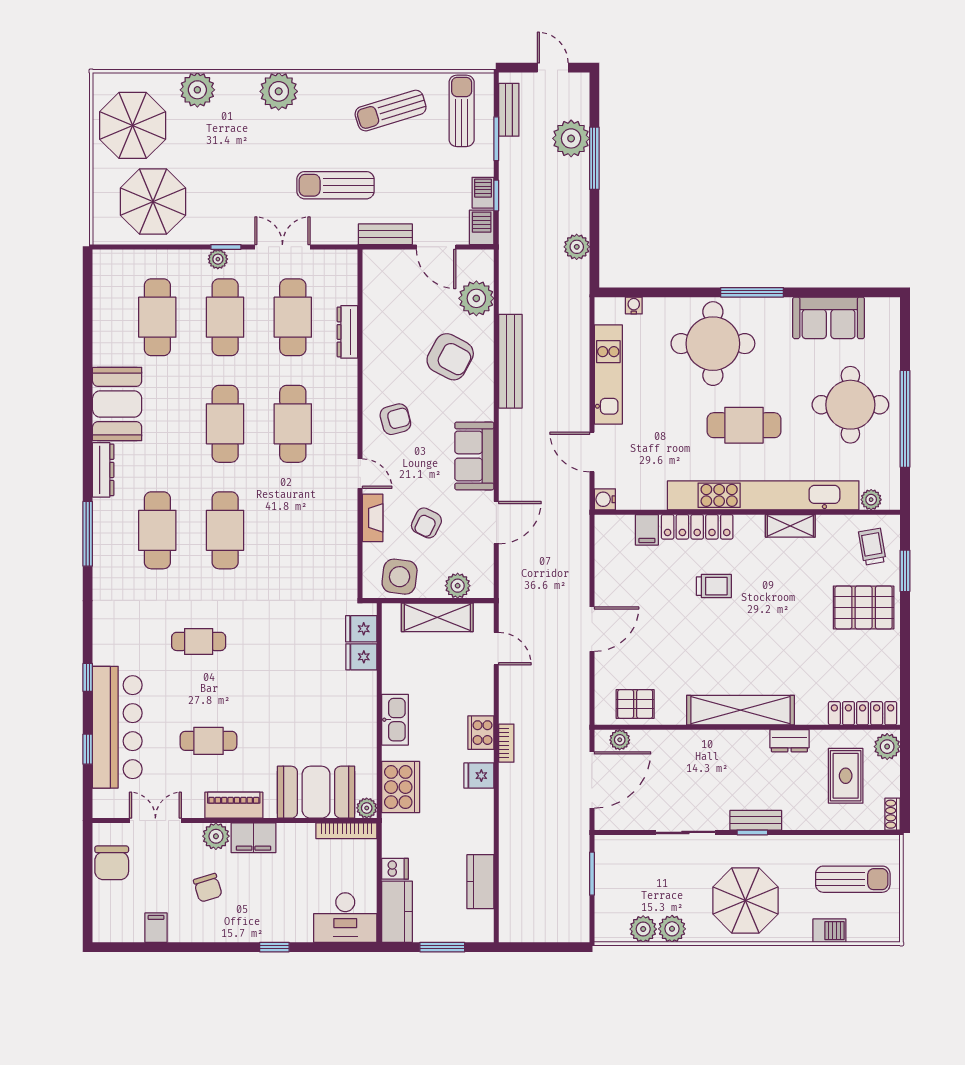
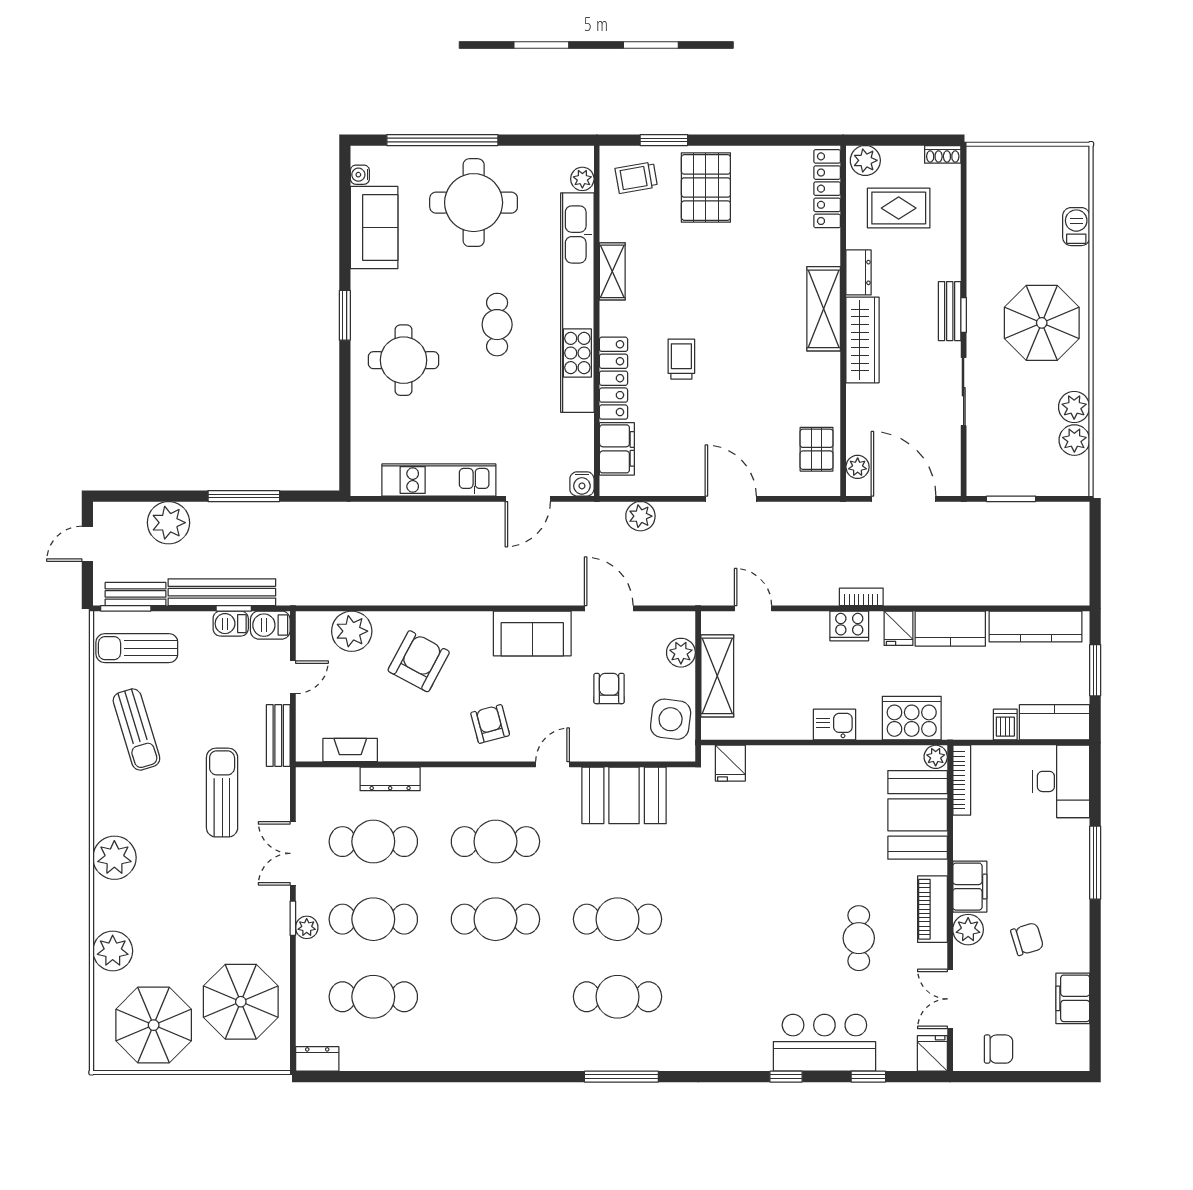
window: (496, 139) -> (126, 608), moved
window: (594, 158) -> (244, 496), moved
sun lounger: (335, 185) -> (222, 793), turned 180
door: (436, 247) -> (293, 677), width x0.73
plant: (577, 247) -> (640, 516), moved
window: (752, 292) -> (345, 315), width x0.69
water cooler: (634, 306) -> (360, 175), moved
round table: (713, 344) -> (403, 360), width x0.73, depth x0.73
bench: (510, 361) -> (222, 592), moved
booth: (117, 404) -> (624, 795), moved
window: (905, 419) -> (442, 140), moved
cafe table: (744, 425) -> (497, 325), width x0.73, depth x0.74
dresser: (103, 470) -> (317, 1059), moved, width x0.70
fireplace: (373, 518) -> (350, 750), moved
armchair: (426, 523) -> (609, 688), turned -116
filing cabinet: (647, 530) -> (617, 449), width x2.00
cafe table: (199, 641) -> (745, 949), removed
door: (496, 649) -> (753, 608), hinge flipped
fridge: (361, 657) -> (932, 1053), moved, turned 180
shelving: (741, 710) -> (824, 309), width x0.68
kitchen sink: (395, 720) -> (834, 724), width x0.73
bar counter: (117, 727) -> (824, 1043), width x0.73
wardrobe: (731, 744) -> (863, 340), added
kitchen counter: (479, 821) -> (950, 629), added
chair: (112, 863) -> (998, 1049), width x0.73, depth x0.73
sun lounger: (853, 879) -> (1017, 200), removed
kitchen counter: (480, 882) -> (1036, 627), width x1.50
filing cabinet: (156, 928) -> (1073, 998), width x2.00
window: (274, 947) -> (1095, 863), width x2.17

